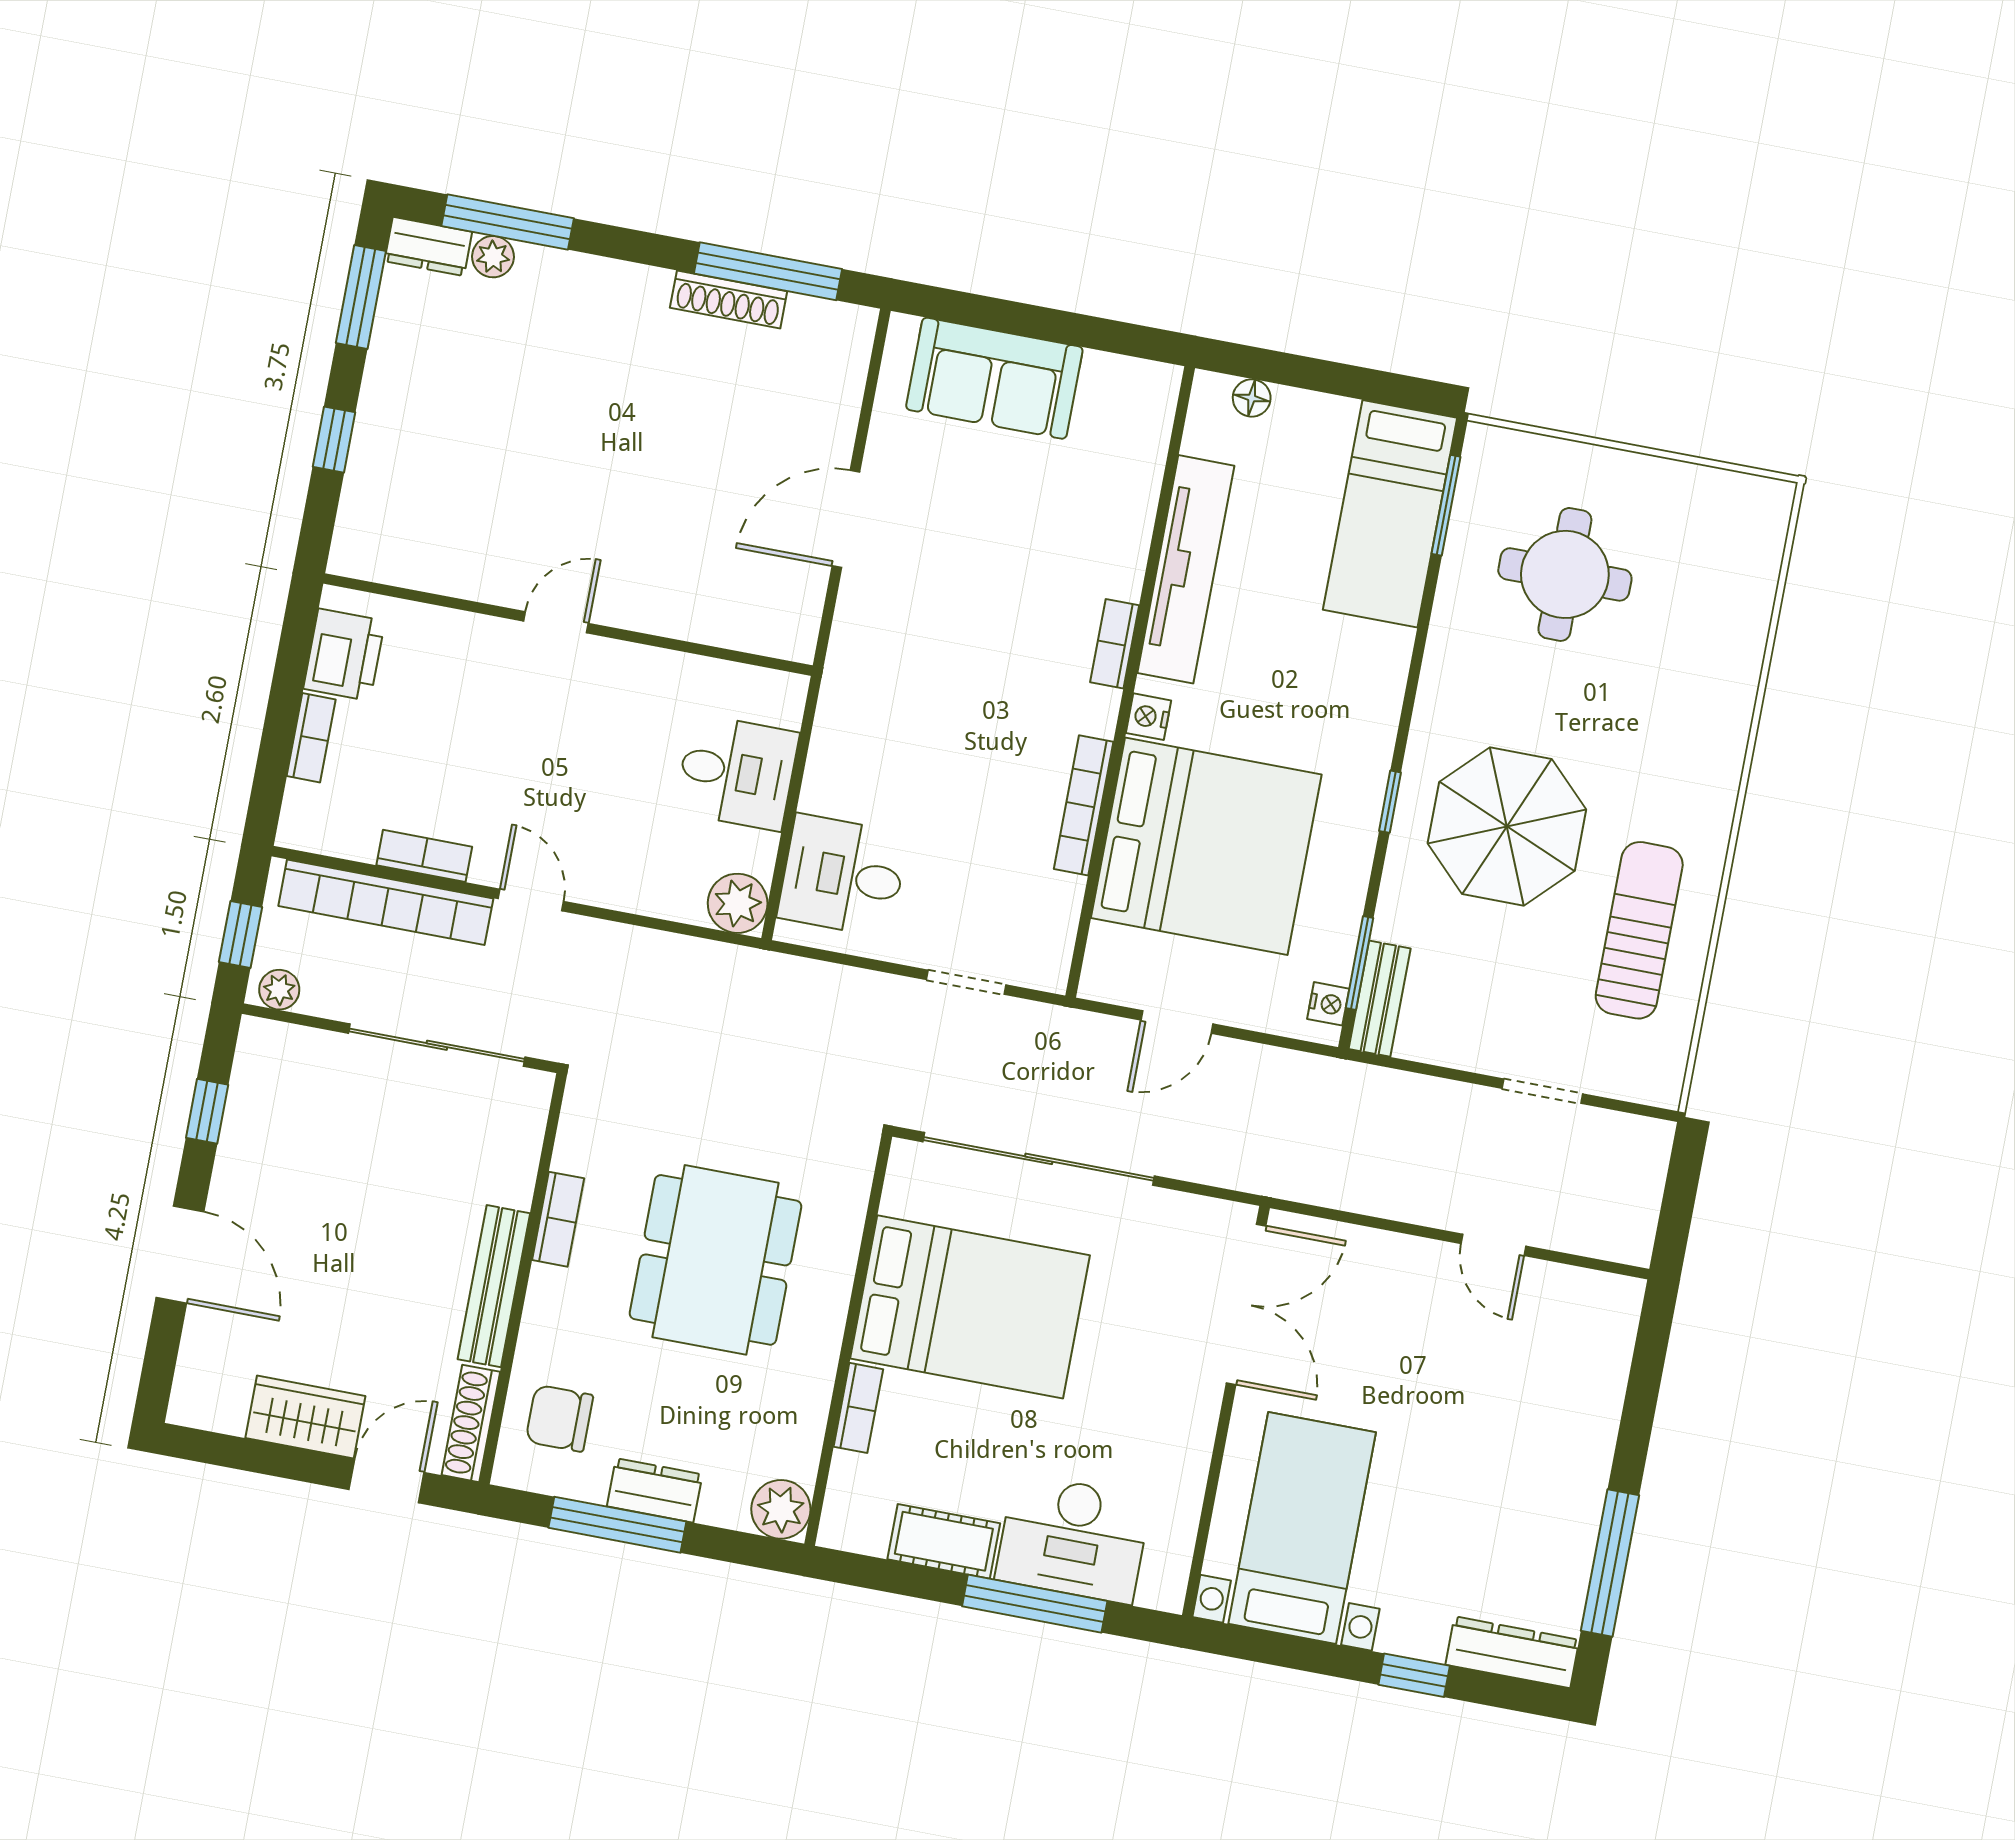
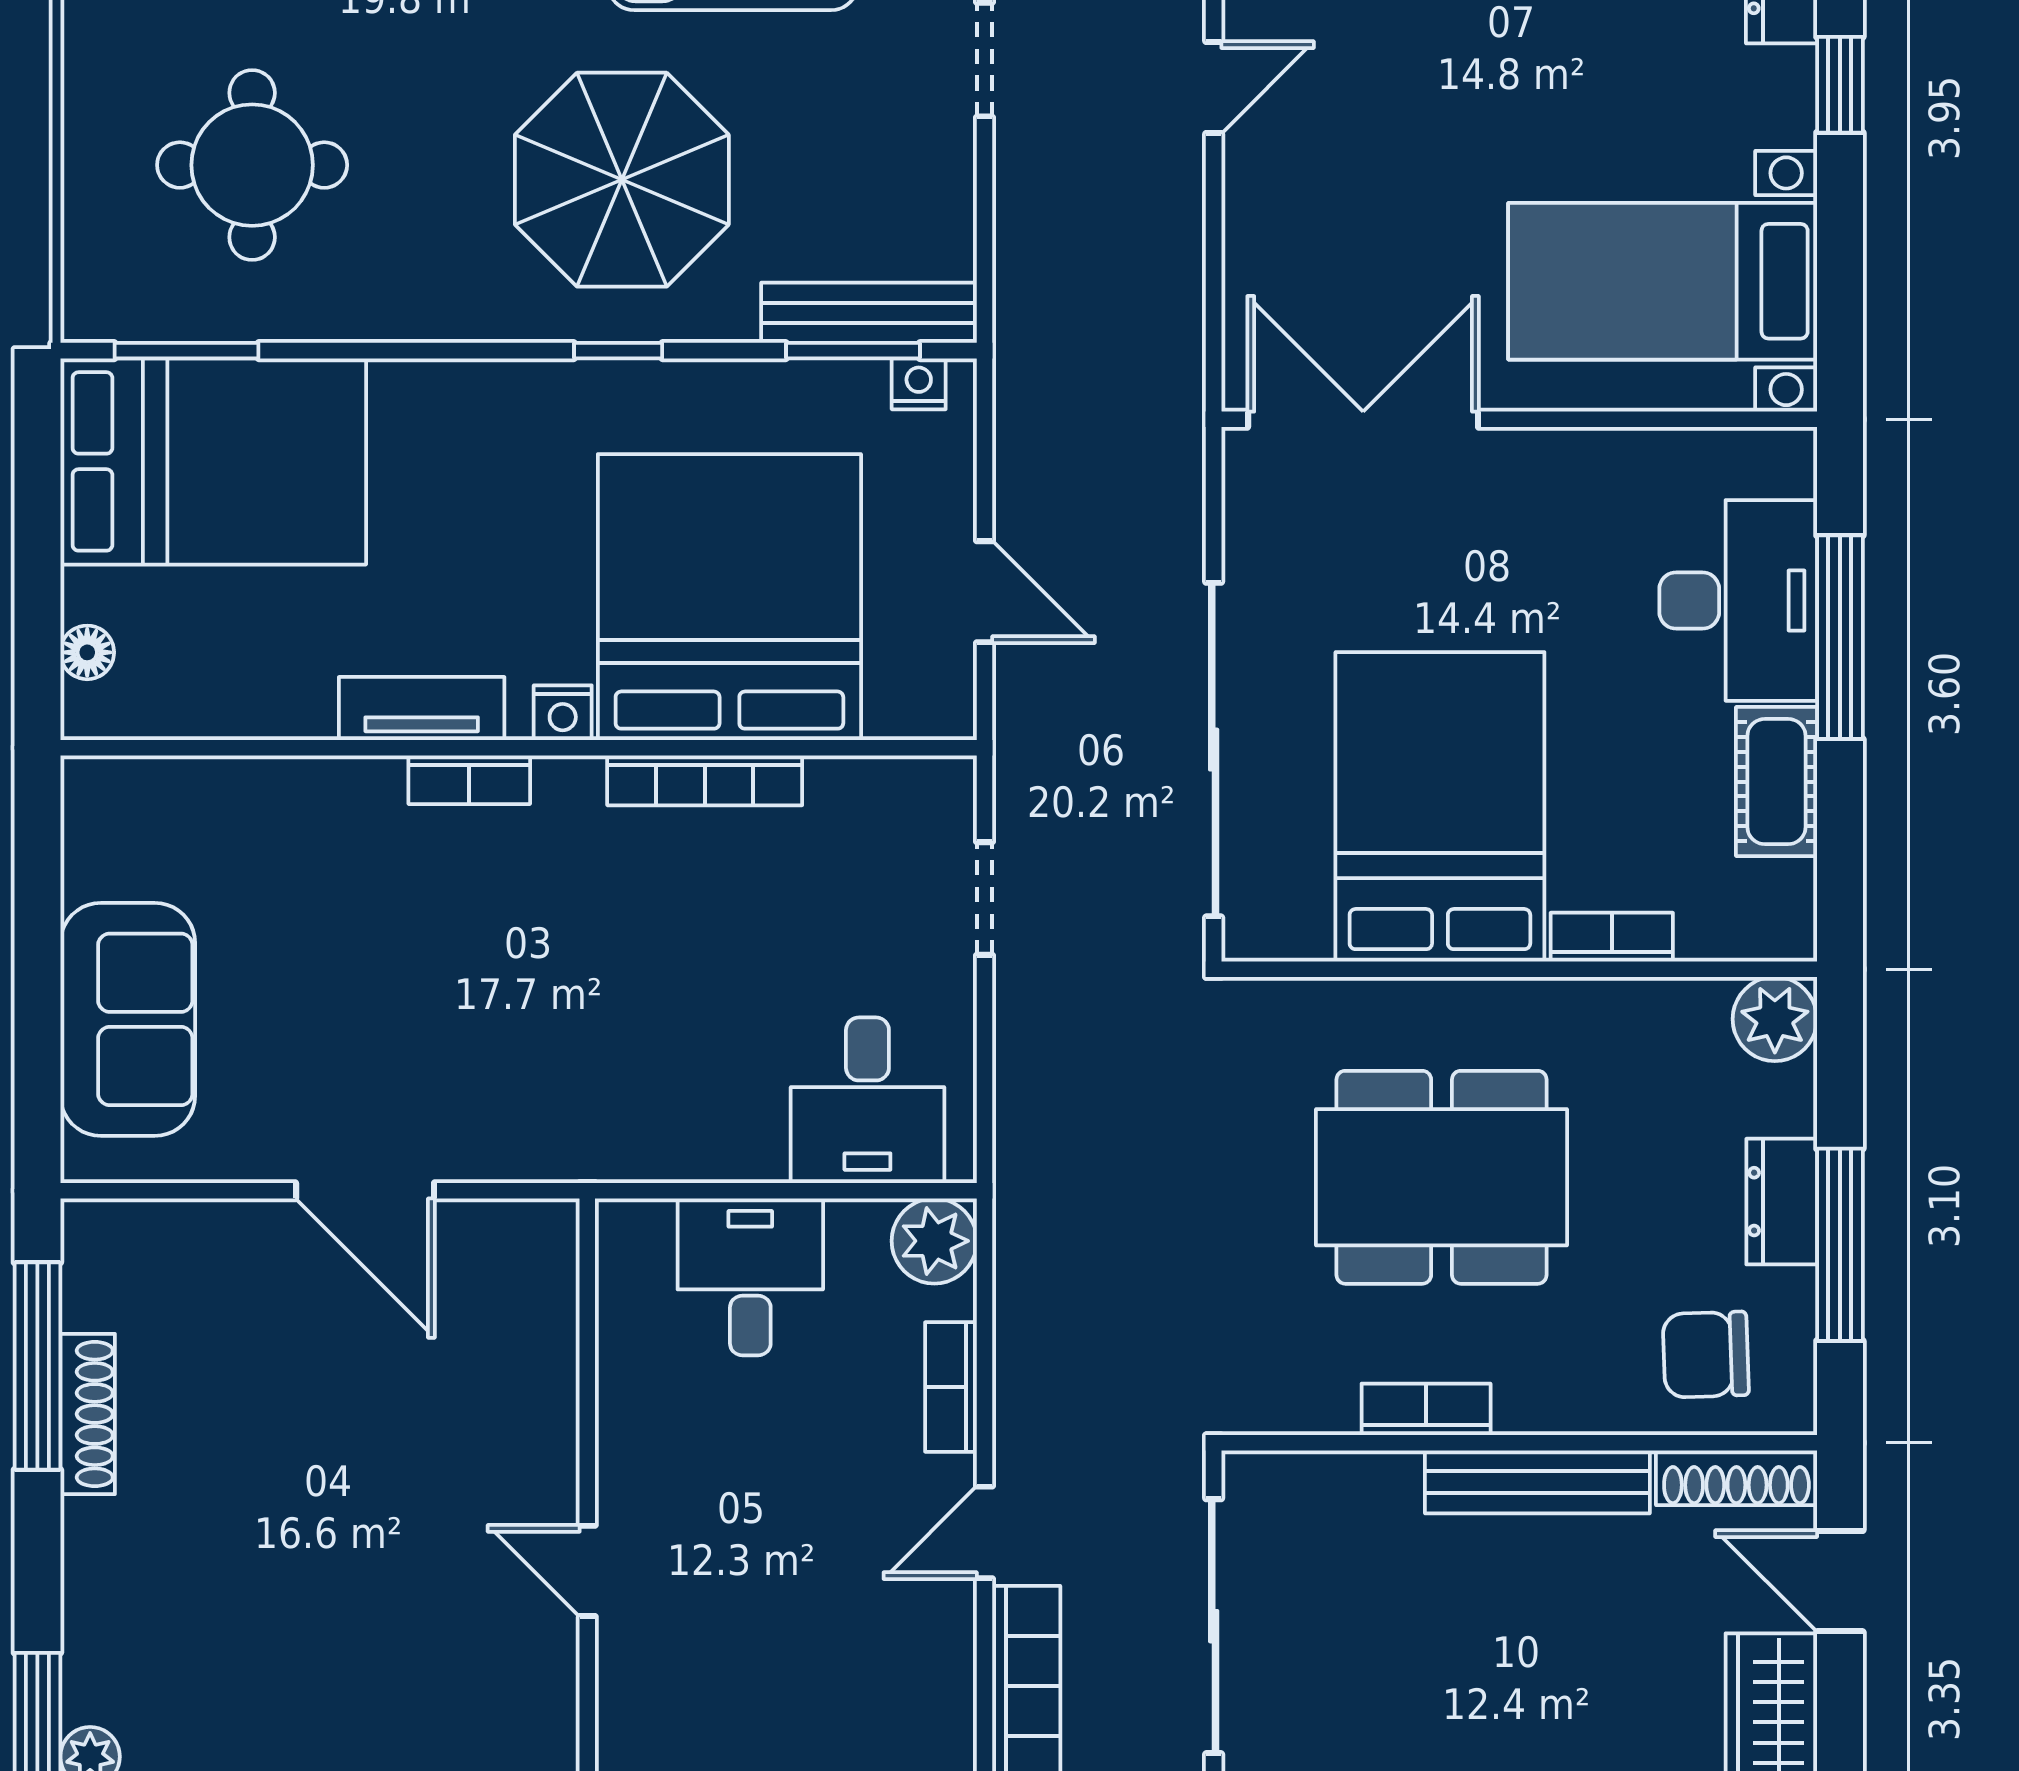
bed: (1390, 514) -> (213, 461), width x1.50
tv unit: (1186, 569) -> (422, 709), width x0.52, depth x0.78
bookcase: (424, 856) -> (951, 1387), moved
bench: (1380, 999) -> (869, 313), width x1.36
chair: (559, 1418) -> (1706, 1355), turned 88

